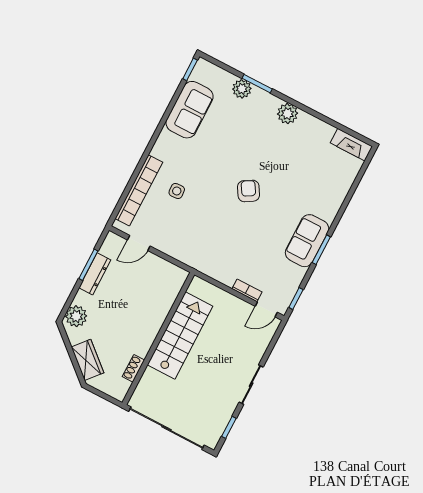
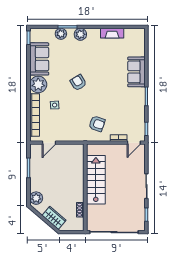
plant: (288, 114) -> (80, 34), moved
fireplace: (351, 145) -> (112, 33), moved
plant: (168, 147) -> (38, 84), added
armchair: (249, 191) -> (78, 83), moved
sofa: (307, 241) -> (136, 72), moved
armchair: (226, 252) -> (97, 124), added
dresser: (95, 274) -> (34, 171), removed

